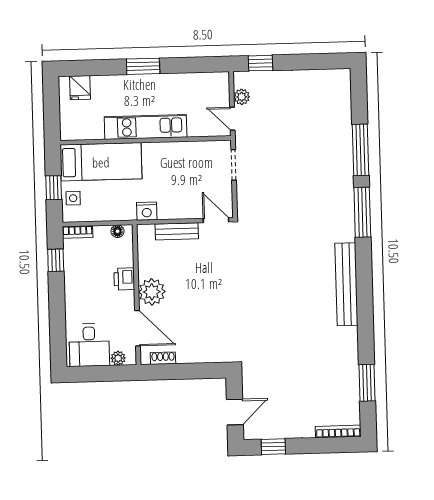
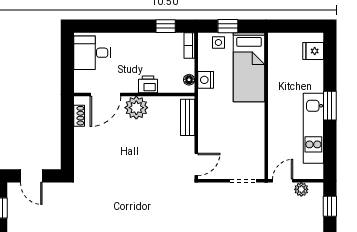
kitchen unit: (146, 127) -> (313, 128), moved, turned 180
nightstand: (147, 211) -> (206, 80), moved
bench: (177, 231) -> (188, 117), moved
plant: (118, 358) -> (80, 77), removed

